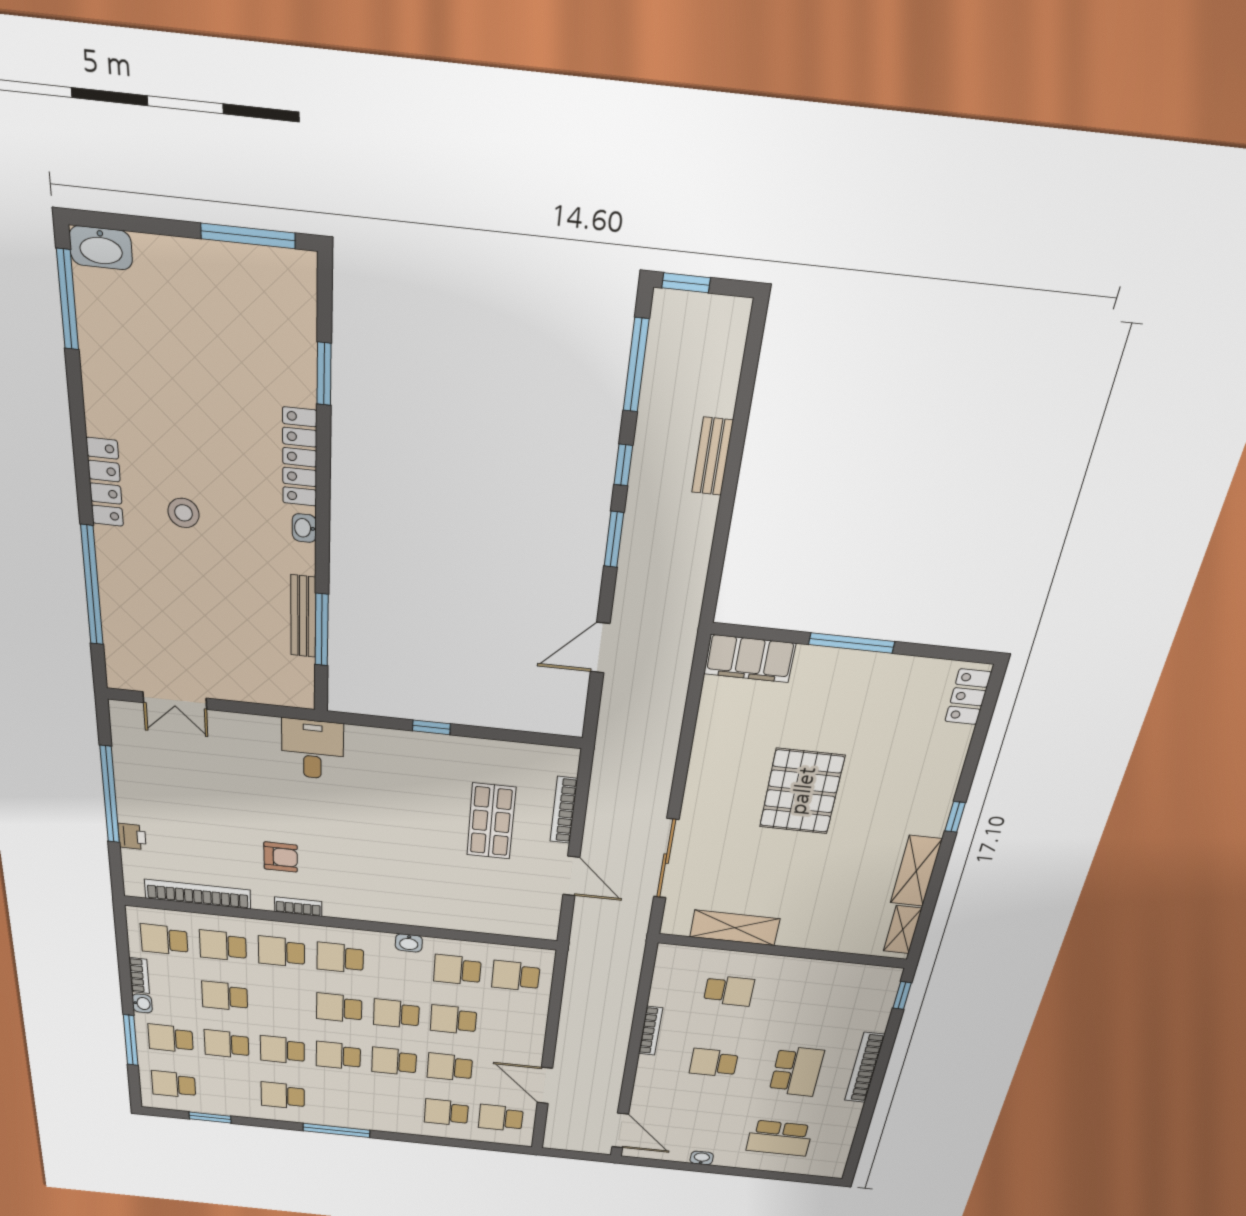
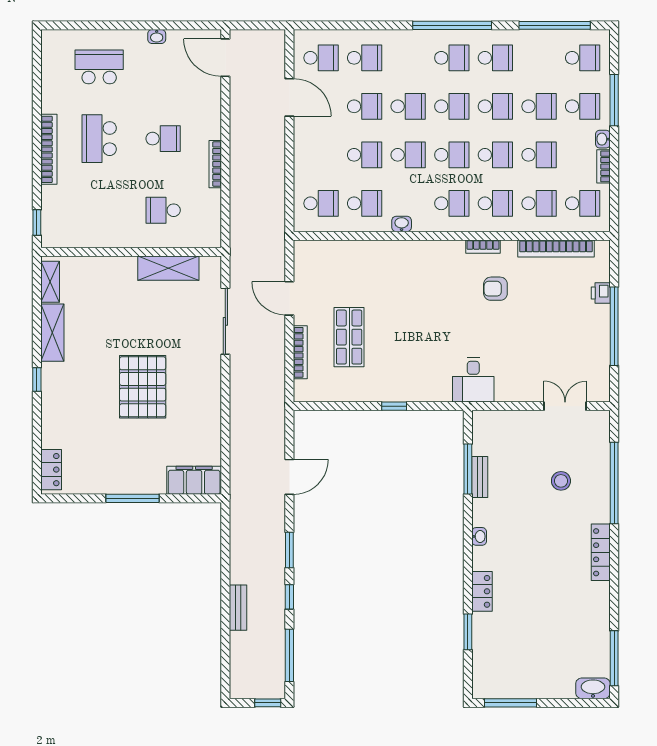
locker: (300, 457) -> (482, 591), width x0.66
stool: (184, 513) -> (561, 481), moved
bench: (303, 616) -> (480, 477), width x0.73
school desk: (282, 1002) -> (495, 155), added
school desk: (337, 1101) -> (452, 58), added
window: (210, 1118) -> (555, 25), width x2.11
window: (336, 1130) -> (452, 25), width x1.46

